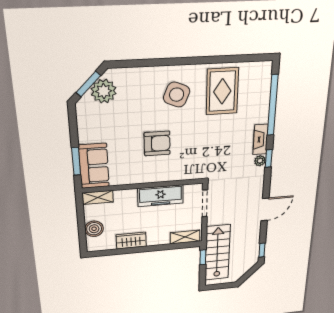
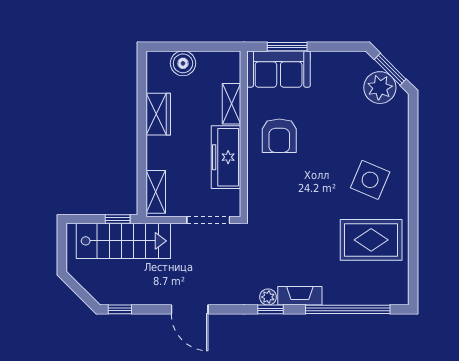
armchair: (157, 143) -> (279, 136), moved
shelving: (98, 197) -> (232, 104), moved

